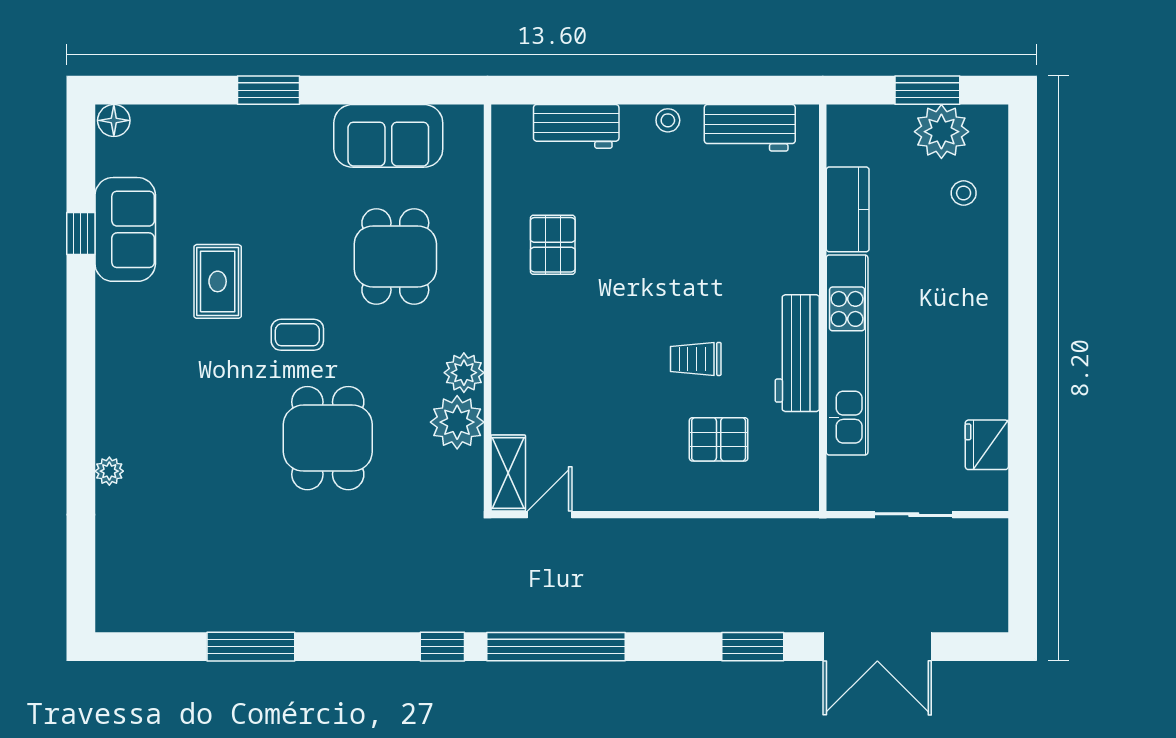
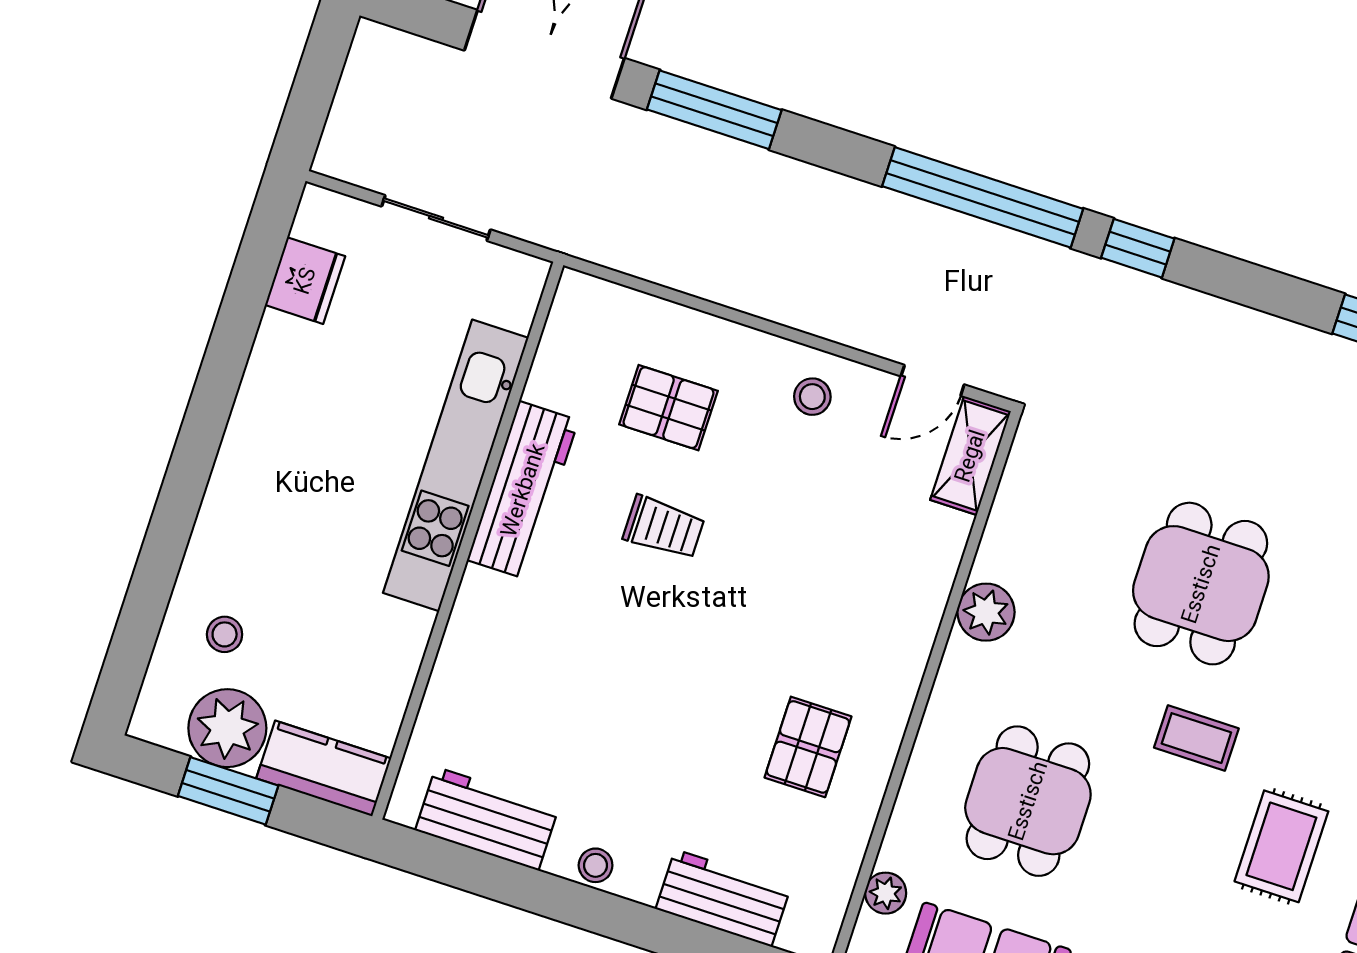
kitchen counter: (848, 209) -> (324, 768), moved, turned 90
plant: (457, 422) -> (886, 893), moved, width x0.53, depth x0.53
stool: (626, 478) -> (812, 397), added
window: (753, 647) -> (714, 110), width x1.44

